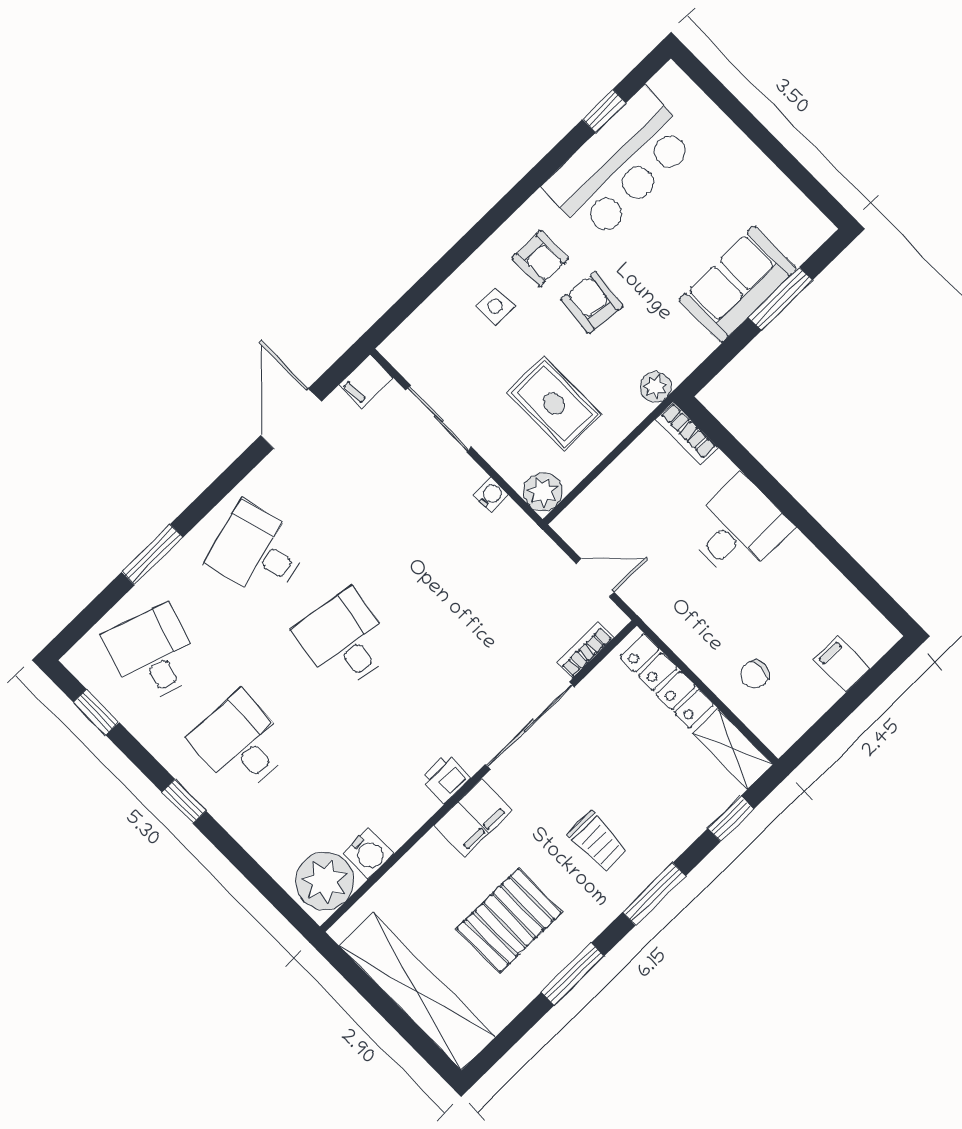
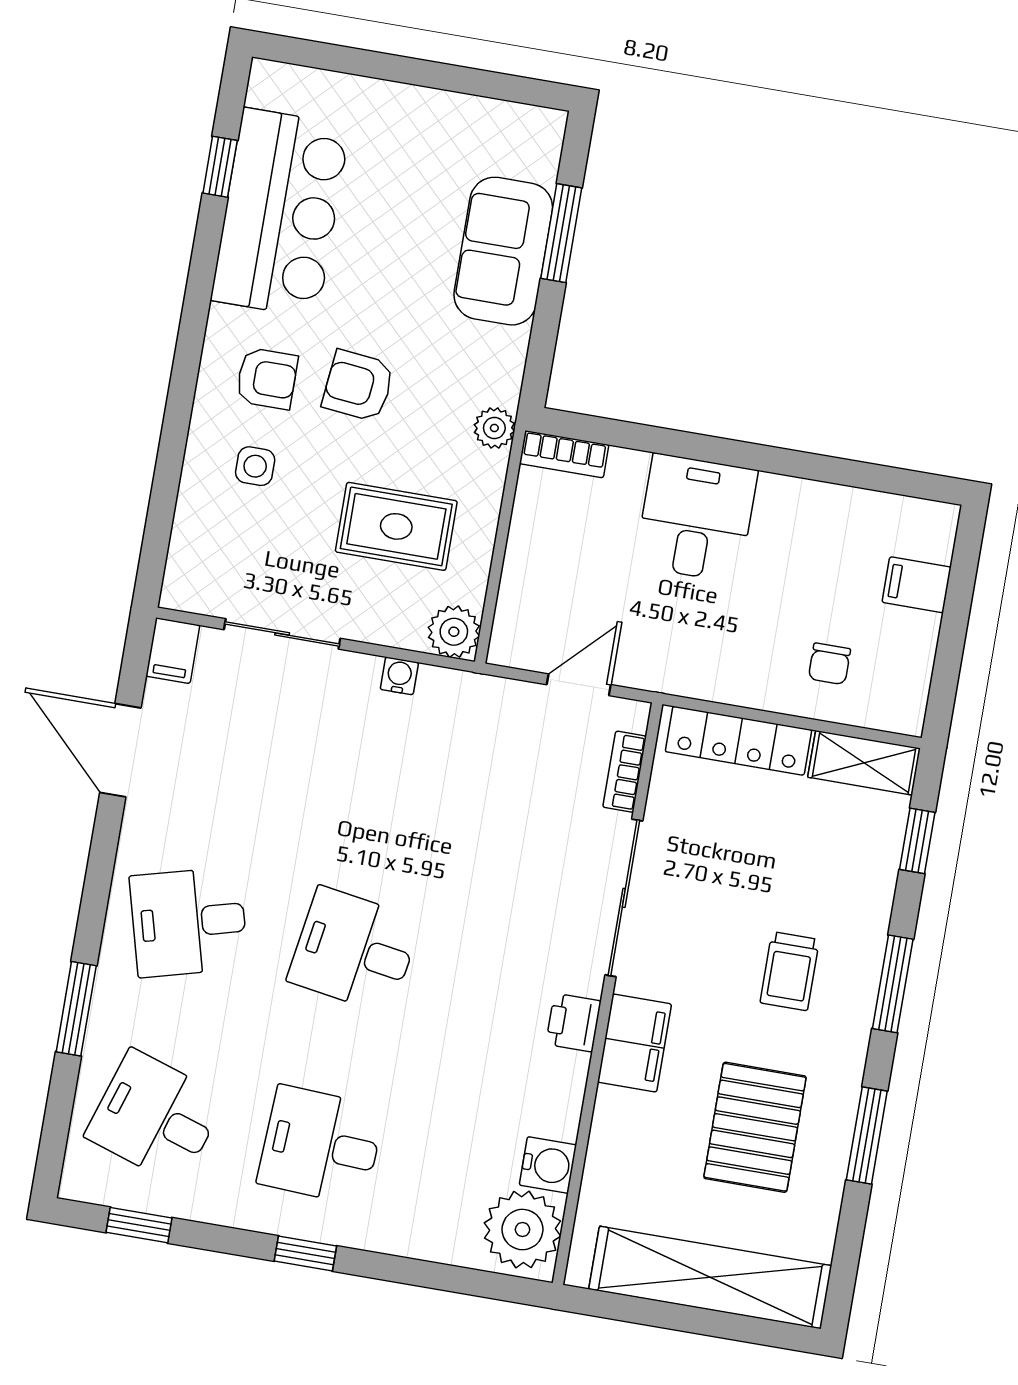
trolley: (598, 842) -> (790, 971), turned 90

